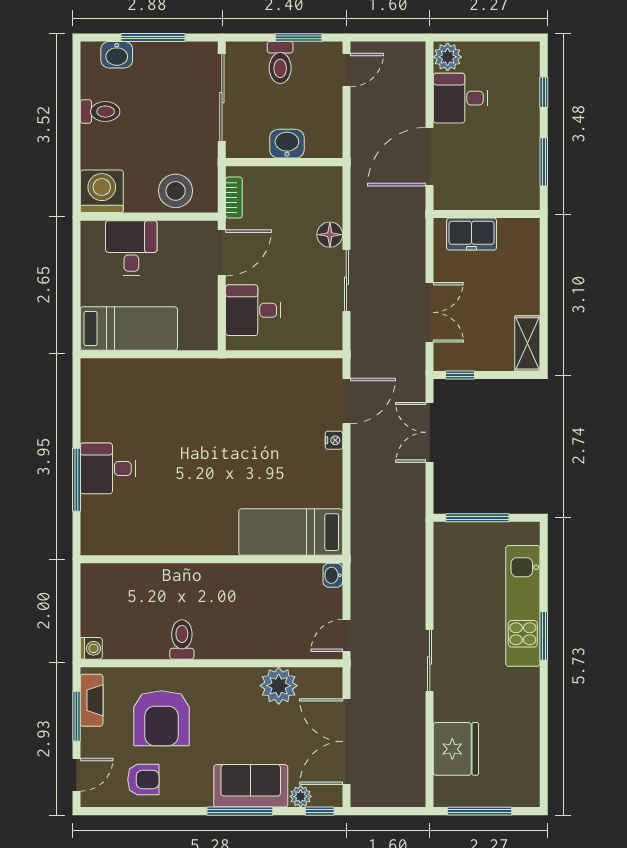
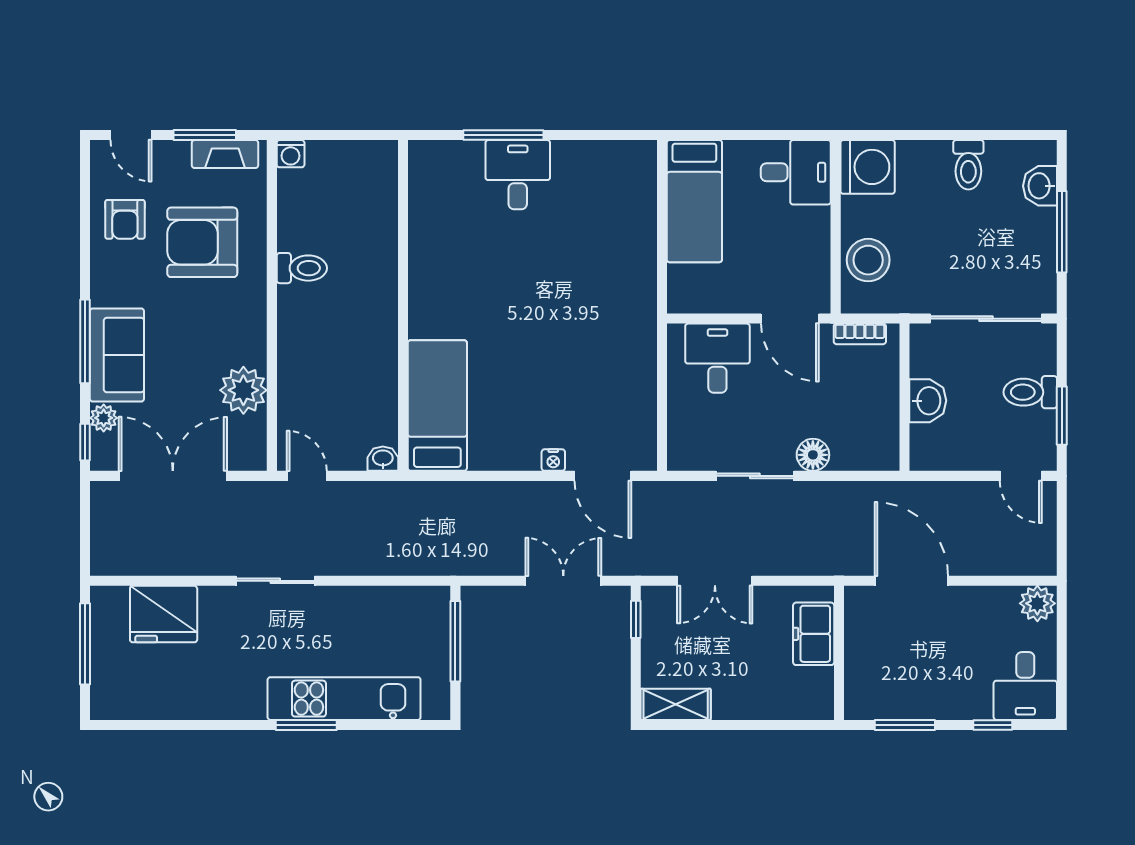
desk: (460, 98) -> (1025, 686), moved, turned 180
desk: (131, 248) -> (796, 172), moved

